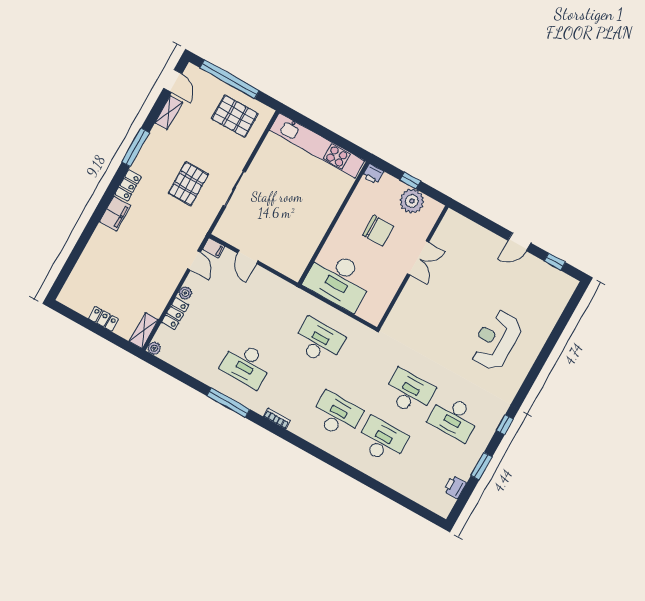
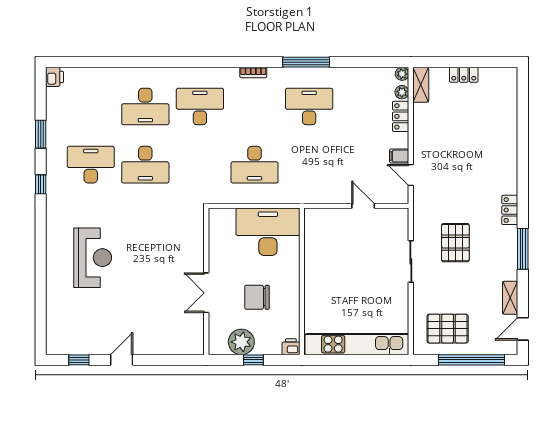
door: (173, 81) -> (523, 329), hinge flipped
filing cabinet: (115, 214) -> (507, 177), removed
filing cabinet: (214, 248) -> (399, 156), moved
plant: (185, 293) -> (402, 92), moved
desk: (337, 415) -> (200, 106), turned 180
printer: (455, 487) -> (55, 77), moved

